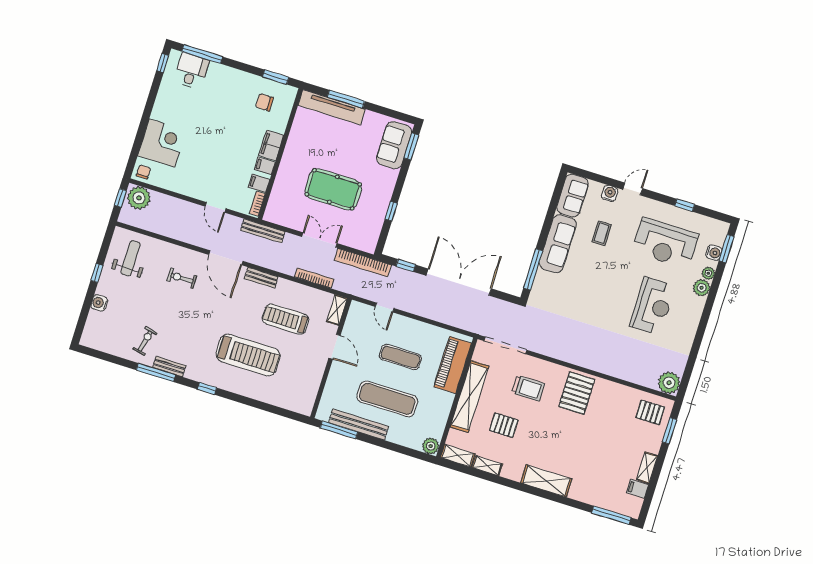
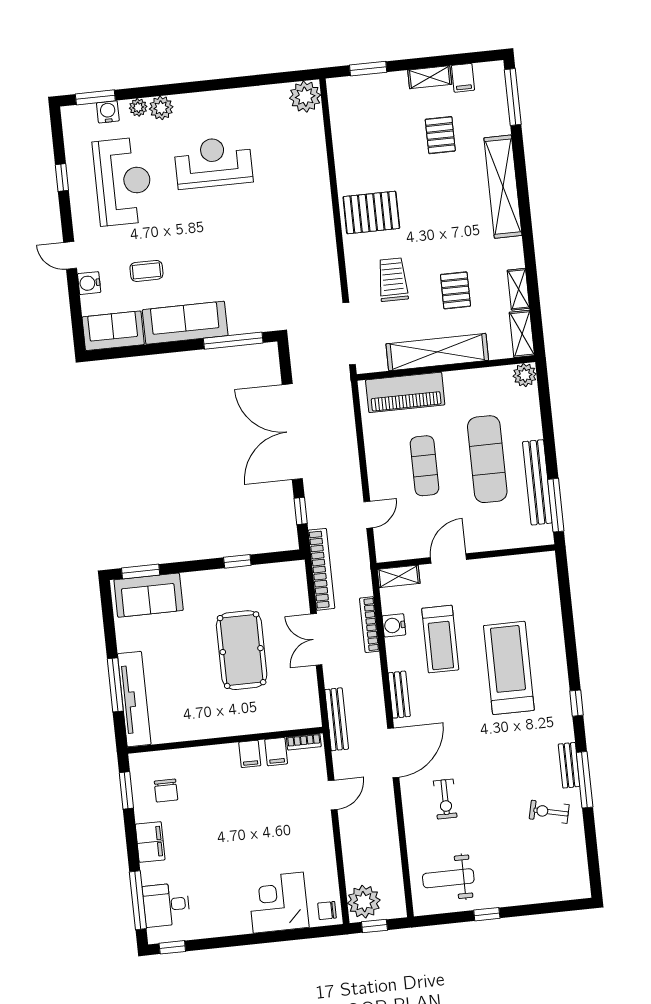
filing cabinet: (271, 145) -> (150, 842), moved, turned -90
water cooler: (99, 303) -> (394, 625), moved, turned 90
pallet: (650, 412) -> (440, 135), moved
shelving: (546, 481) -> (503, 187), width x1.47

